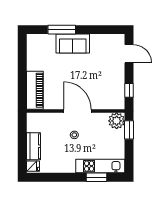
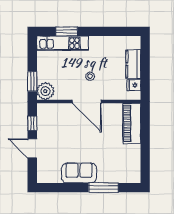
sofa: (73, 43) -> (79, 173), moved
door: (129, 54) -> (32, 148), moved
fridge: (33, 166) -> (134, 85), moved

